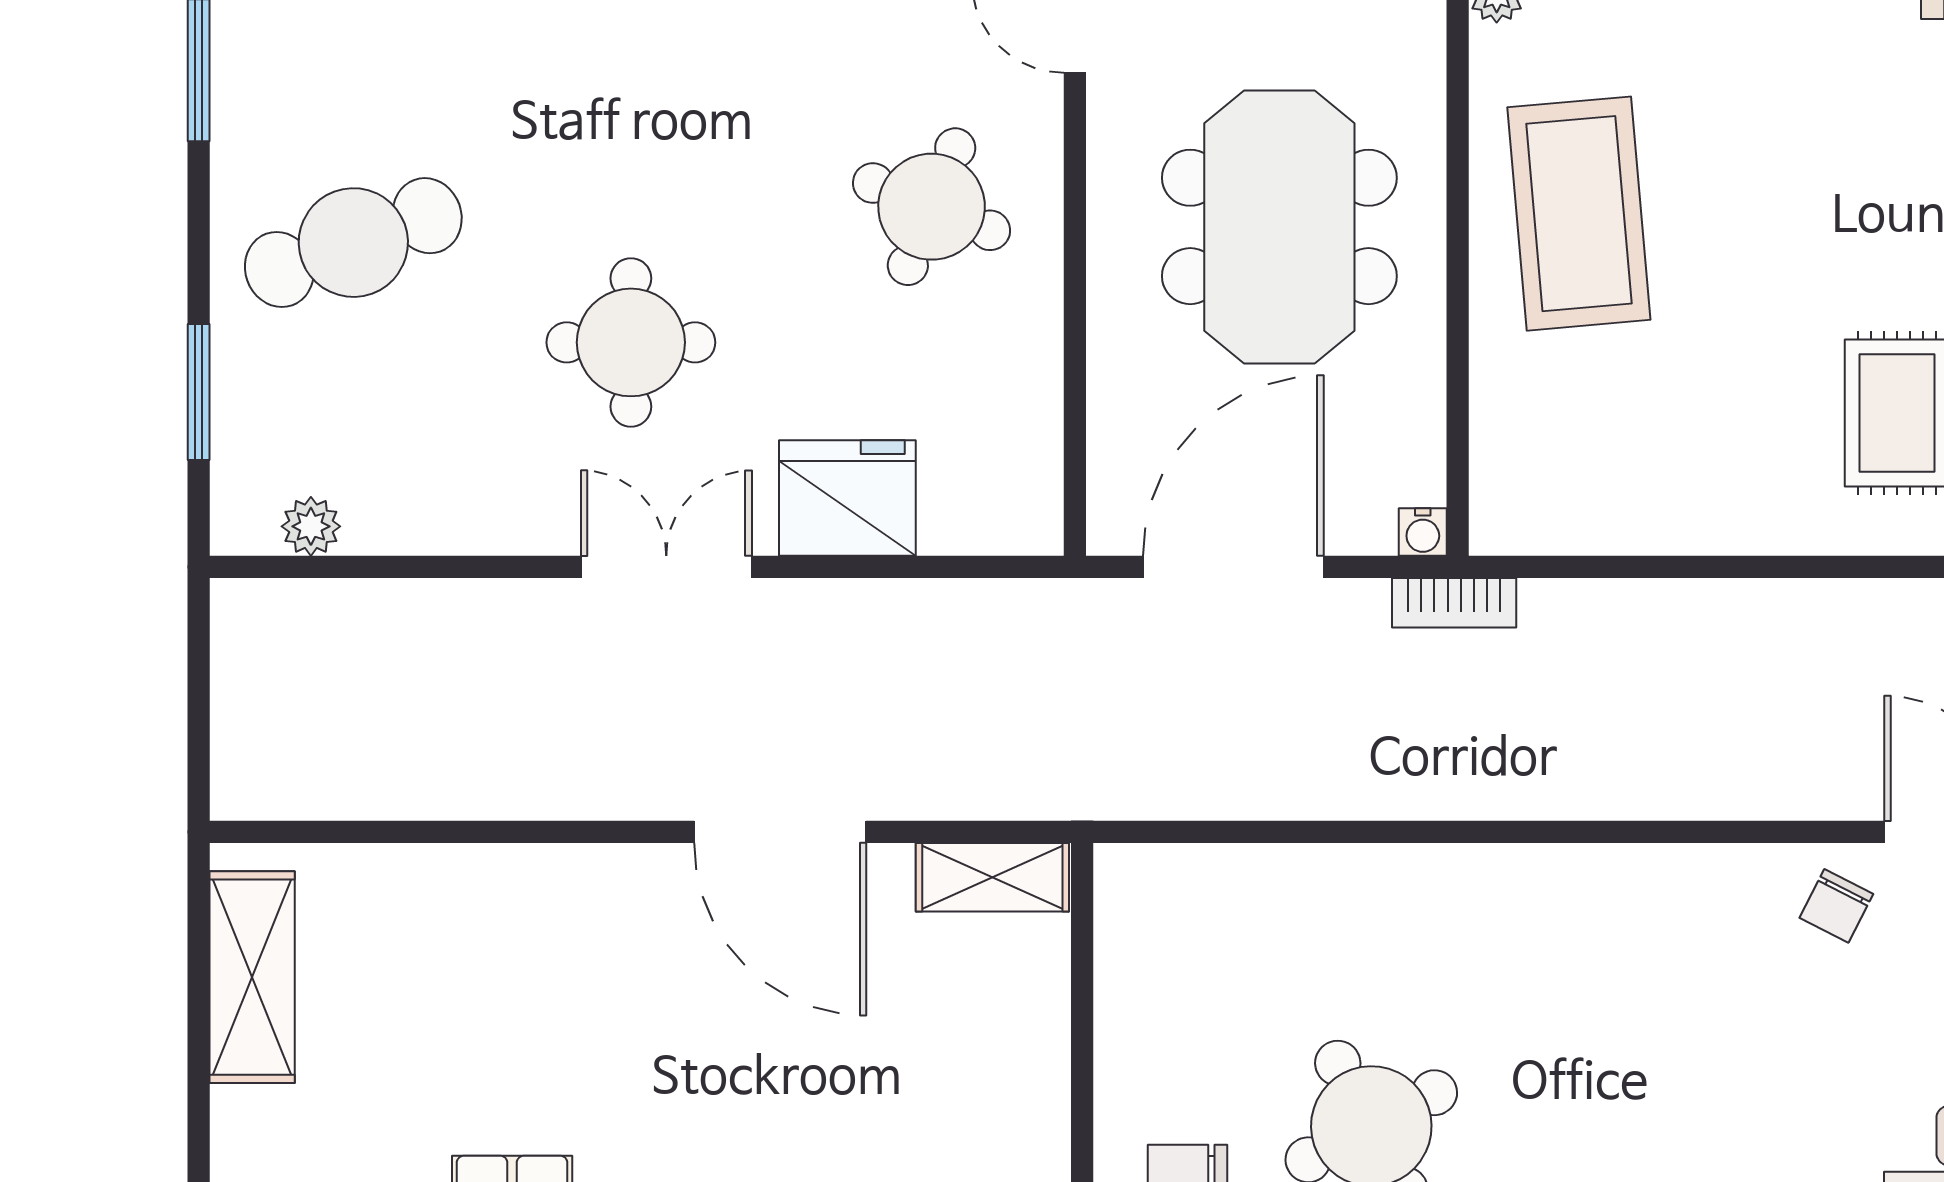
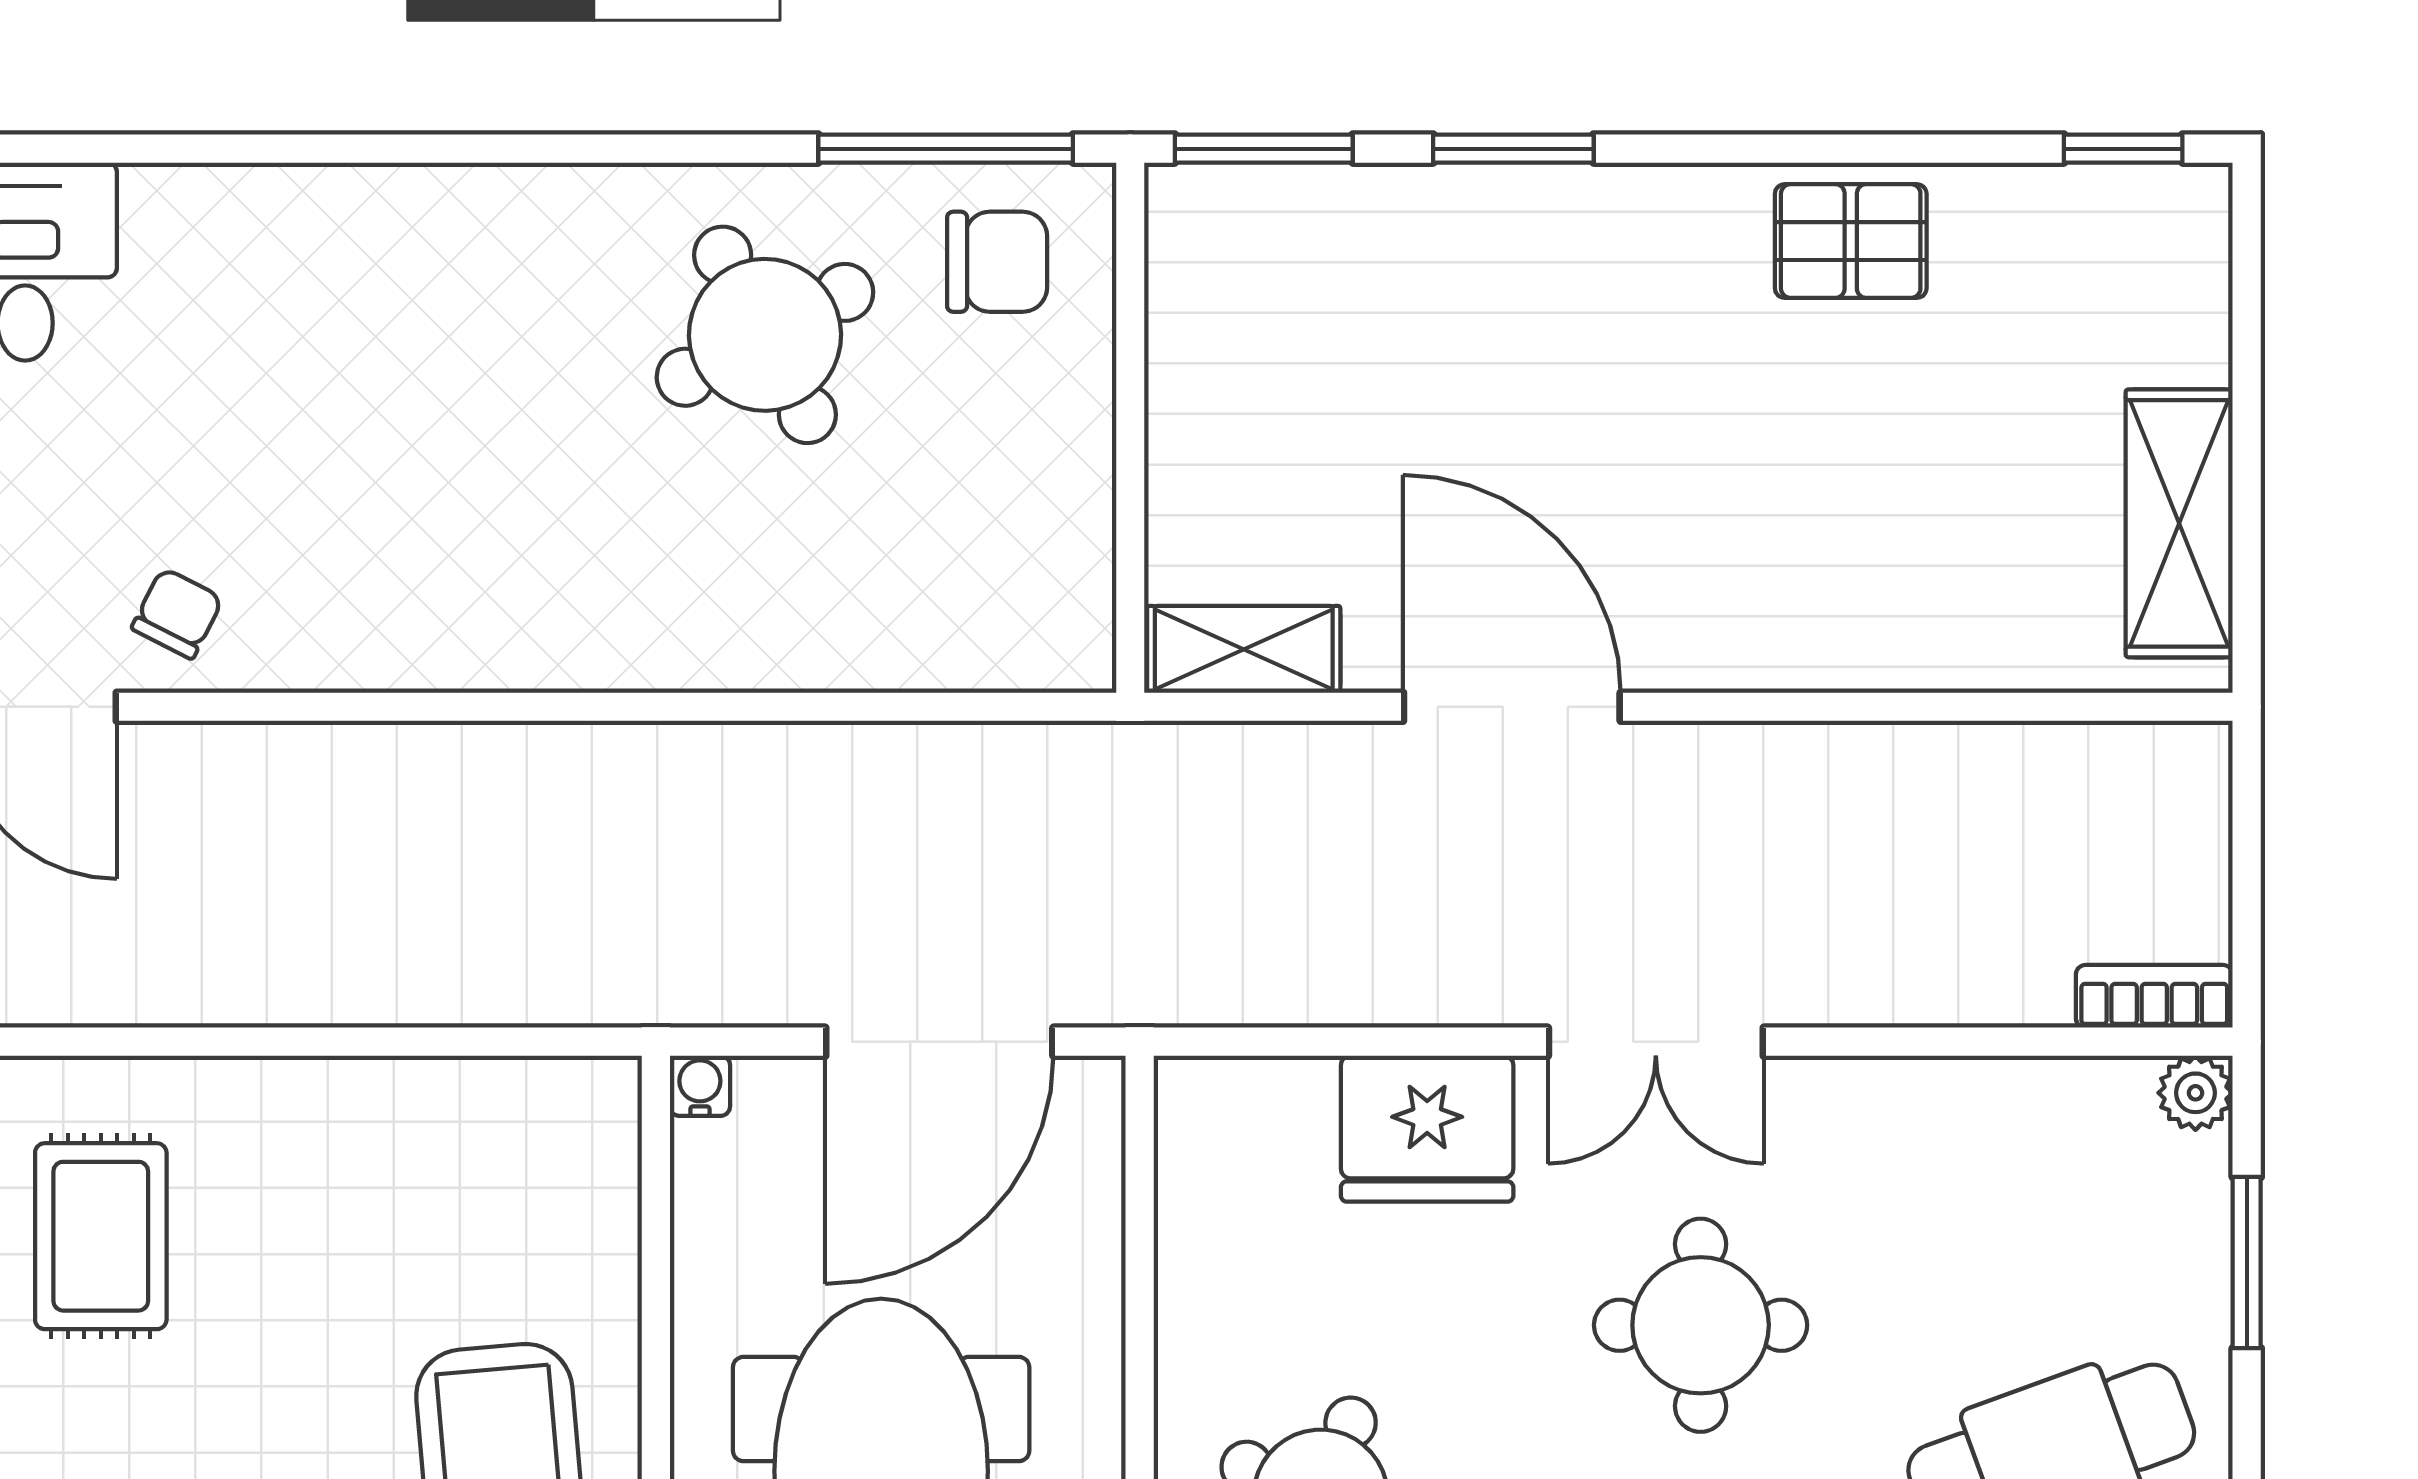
plant: (311, 526) -> (2195, 1093), moved
bookcase: (1454, 603) -> (2154, 996), moved

